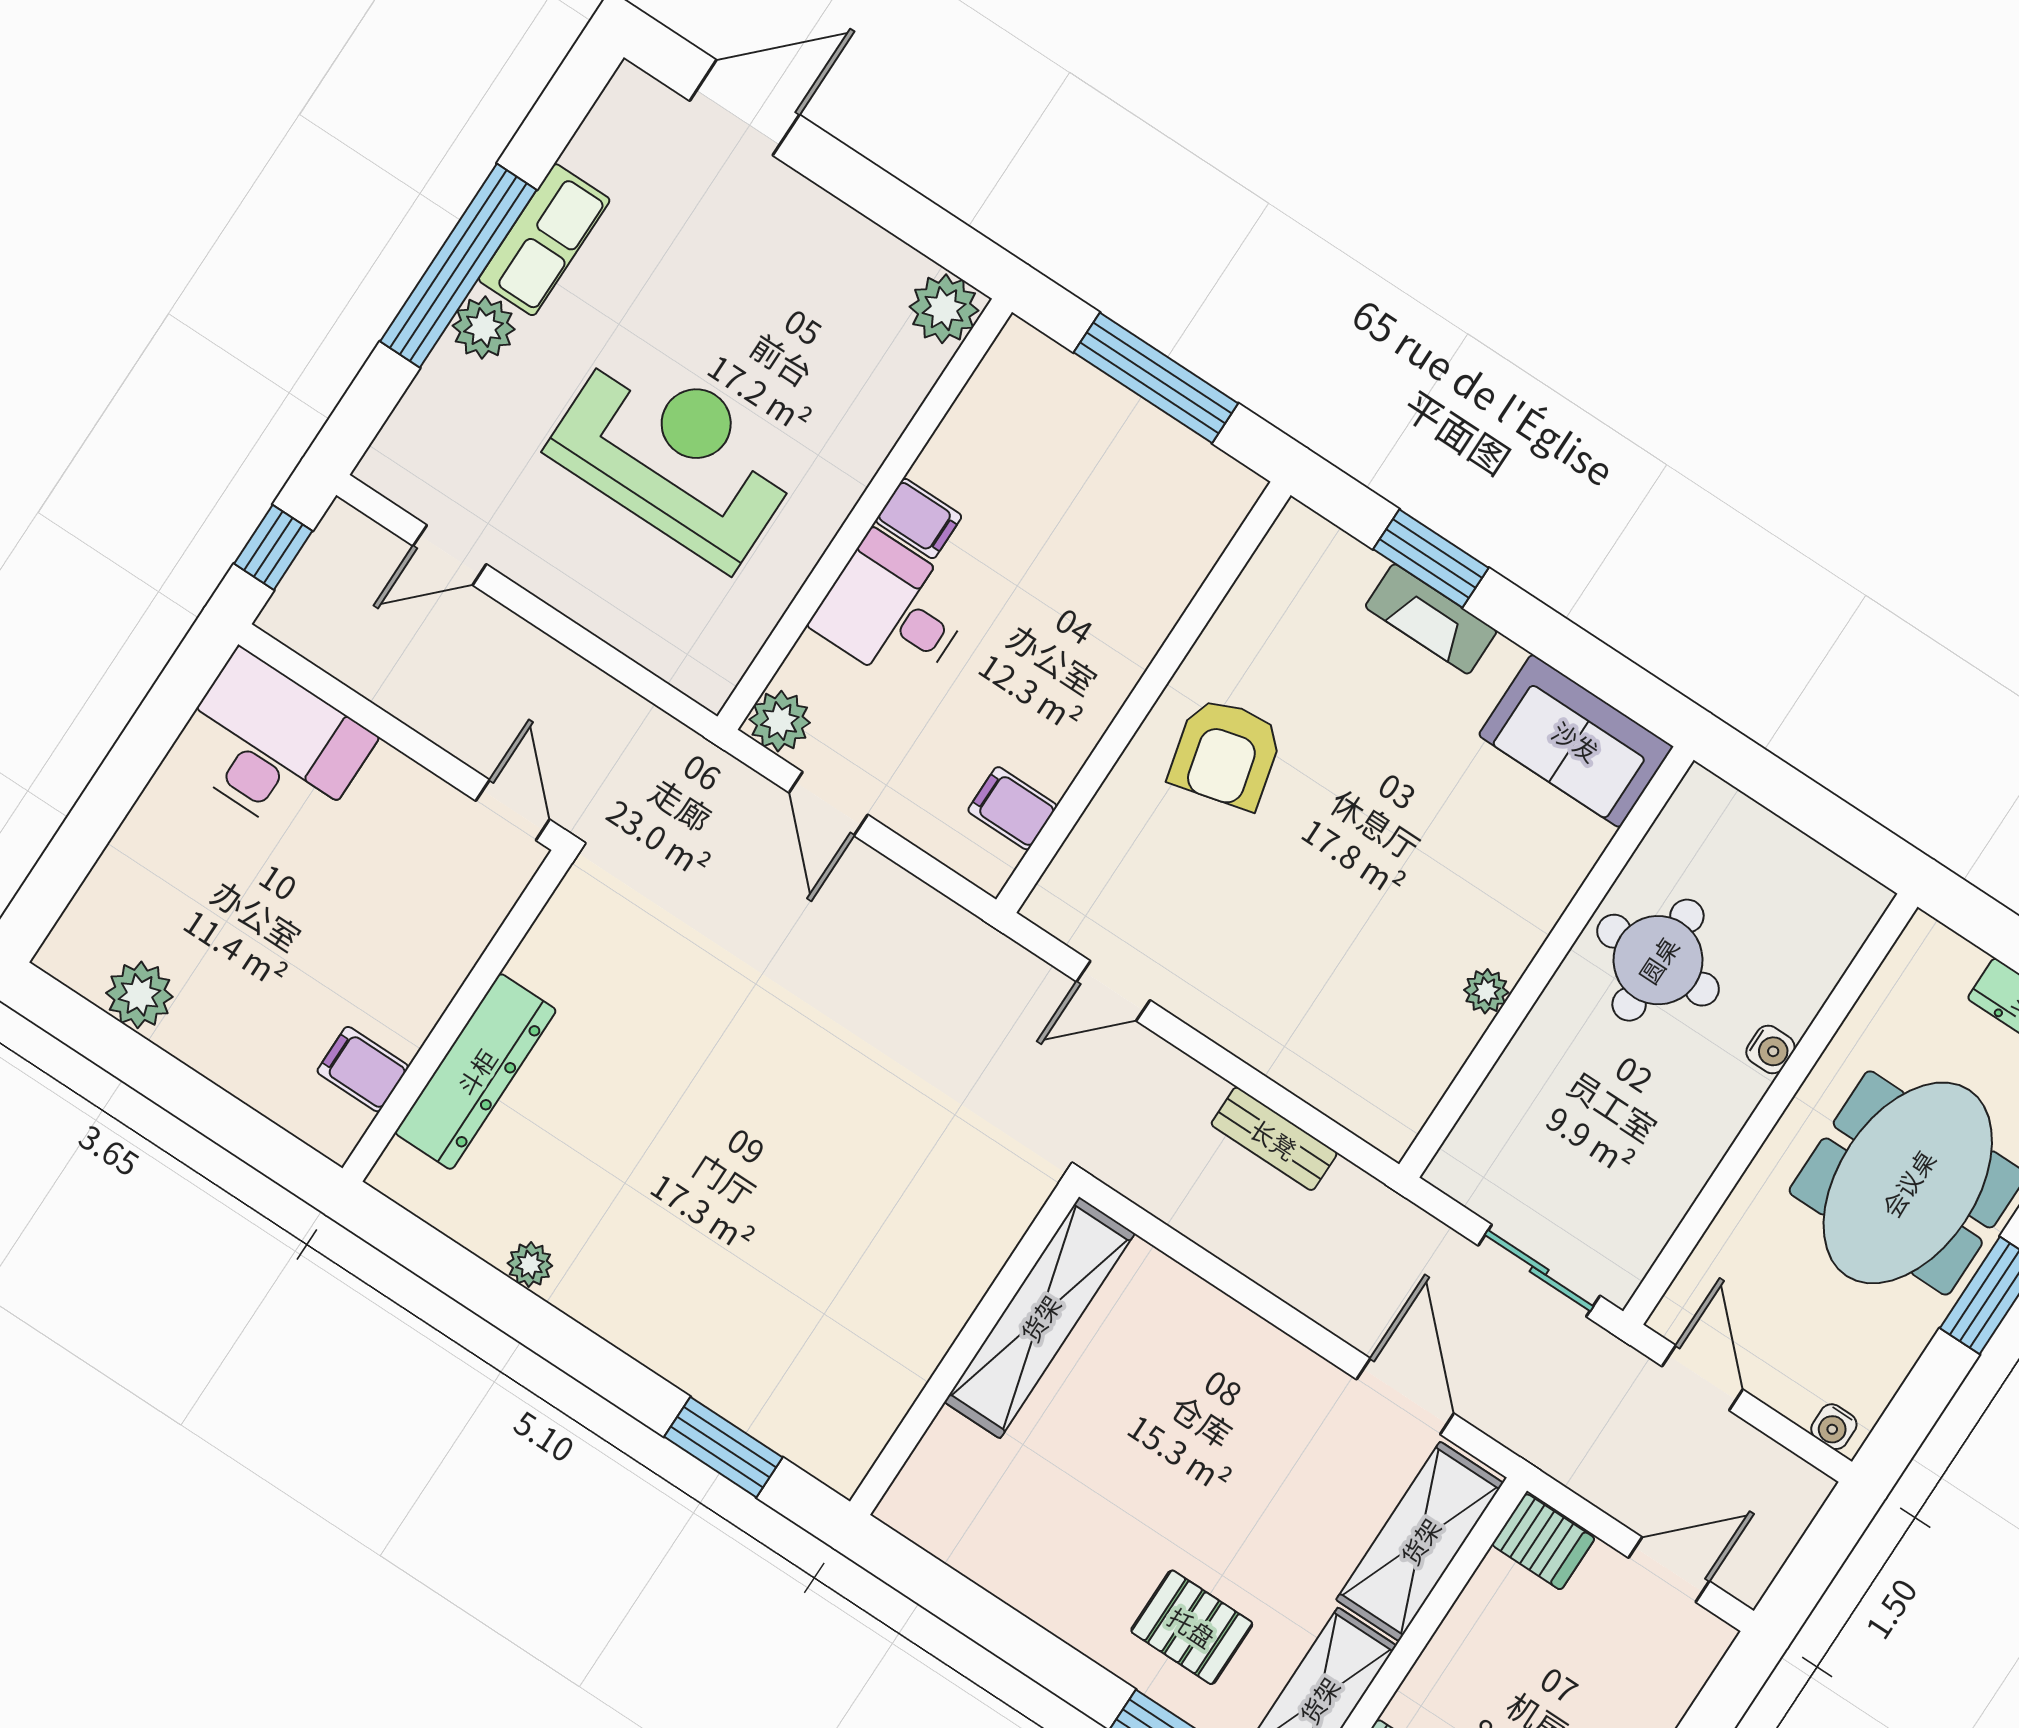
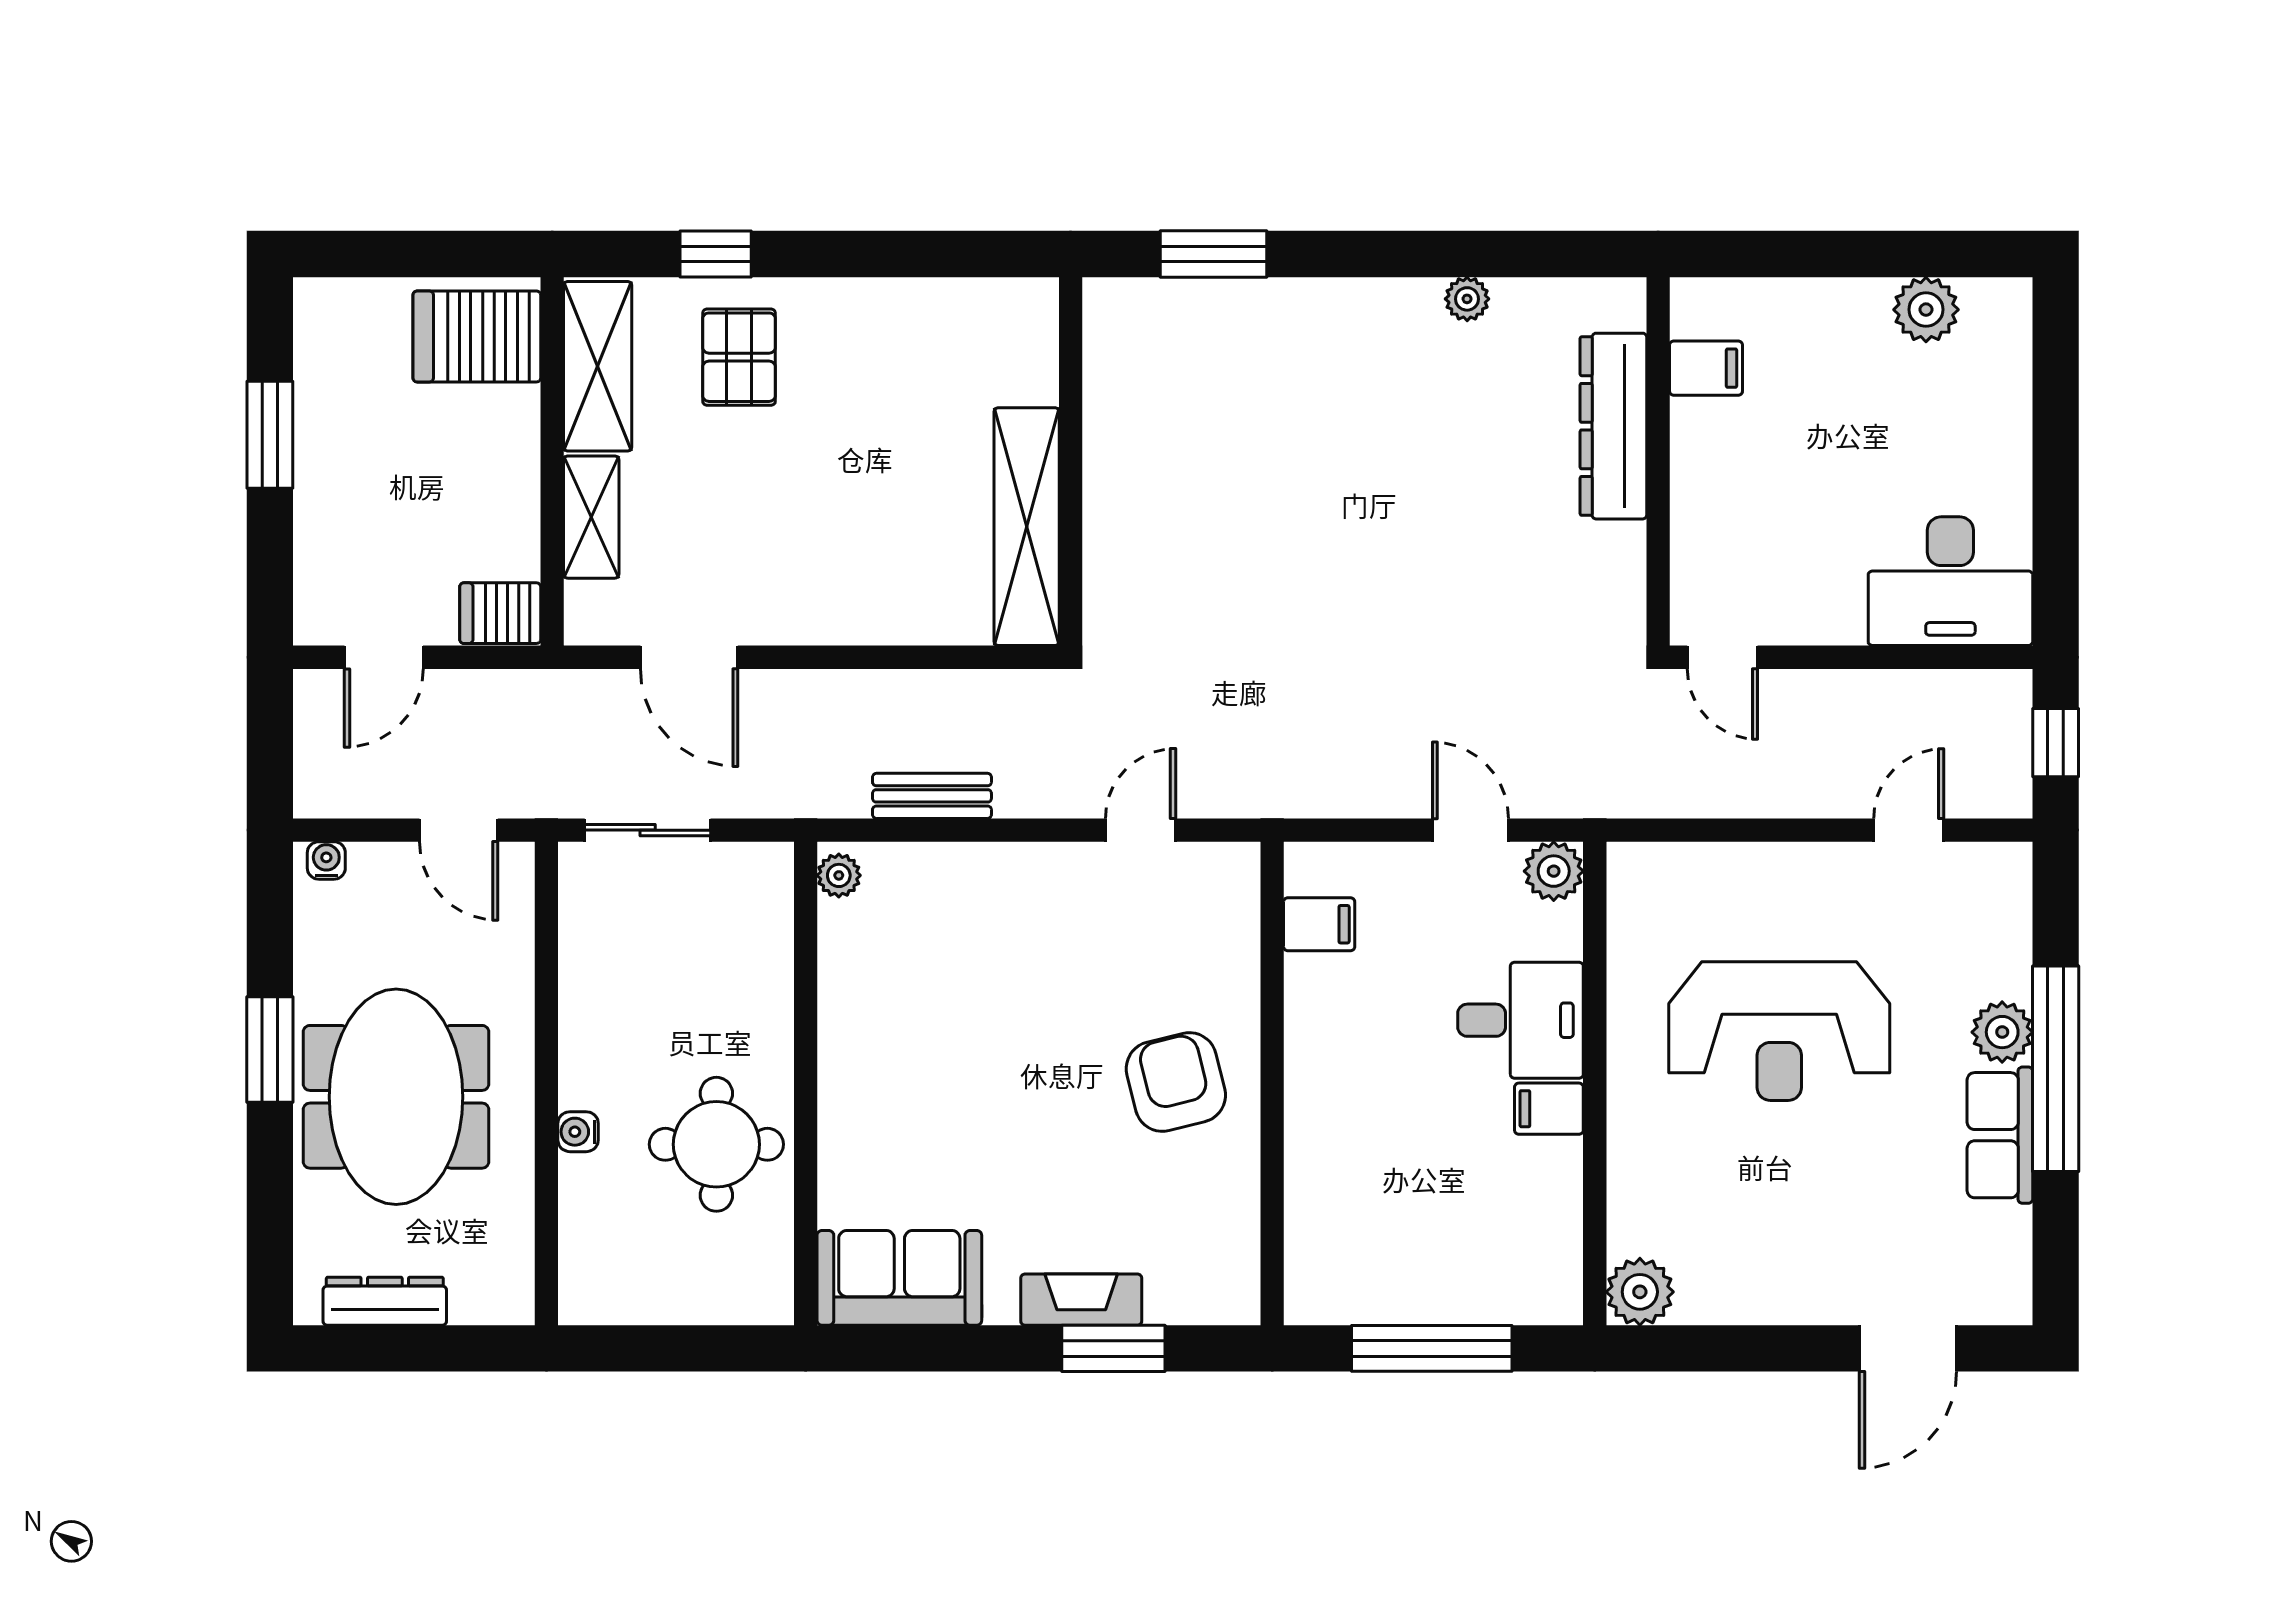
plant: (1486, 991) -> (839, 875), moved
shelving: (1420, 1541) -> (591, 517), width x0.67, depth x0.75
pallet: (1192, 1627) -> (739, 357), turned 90

